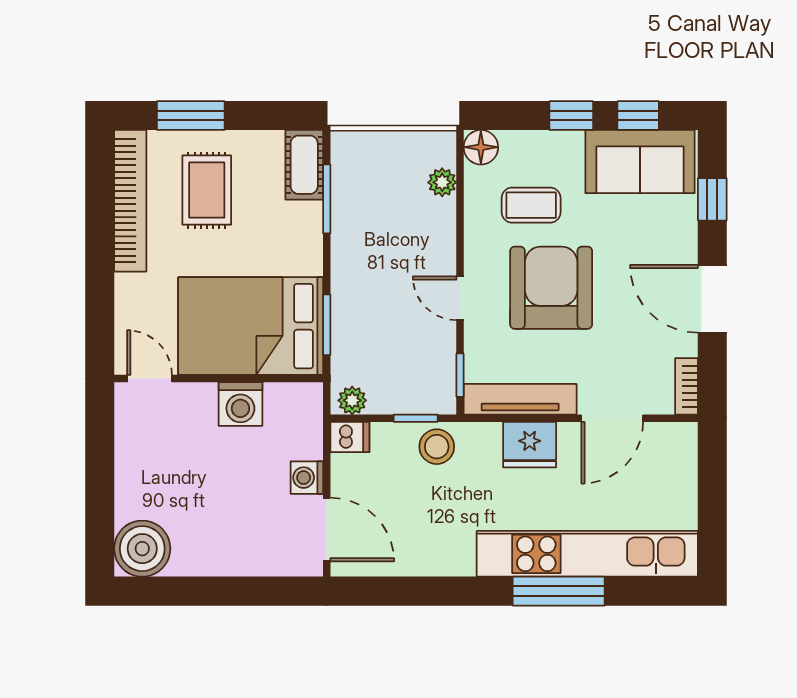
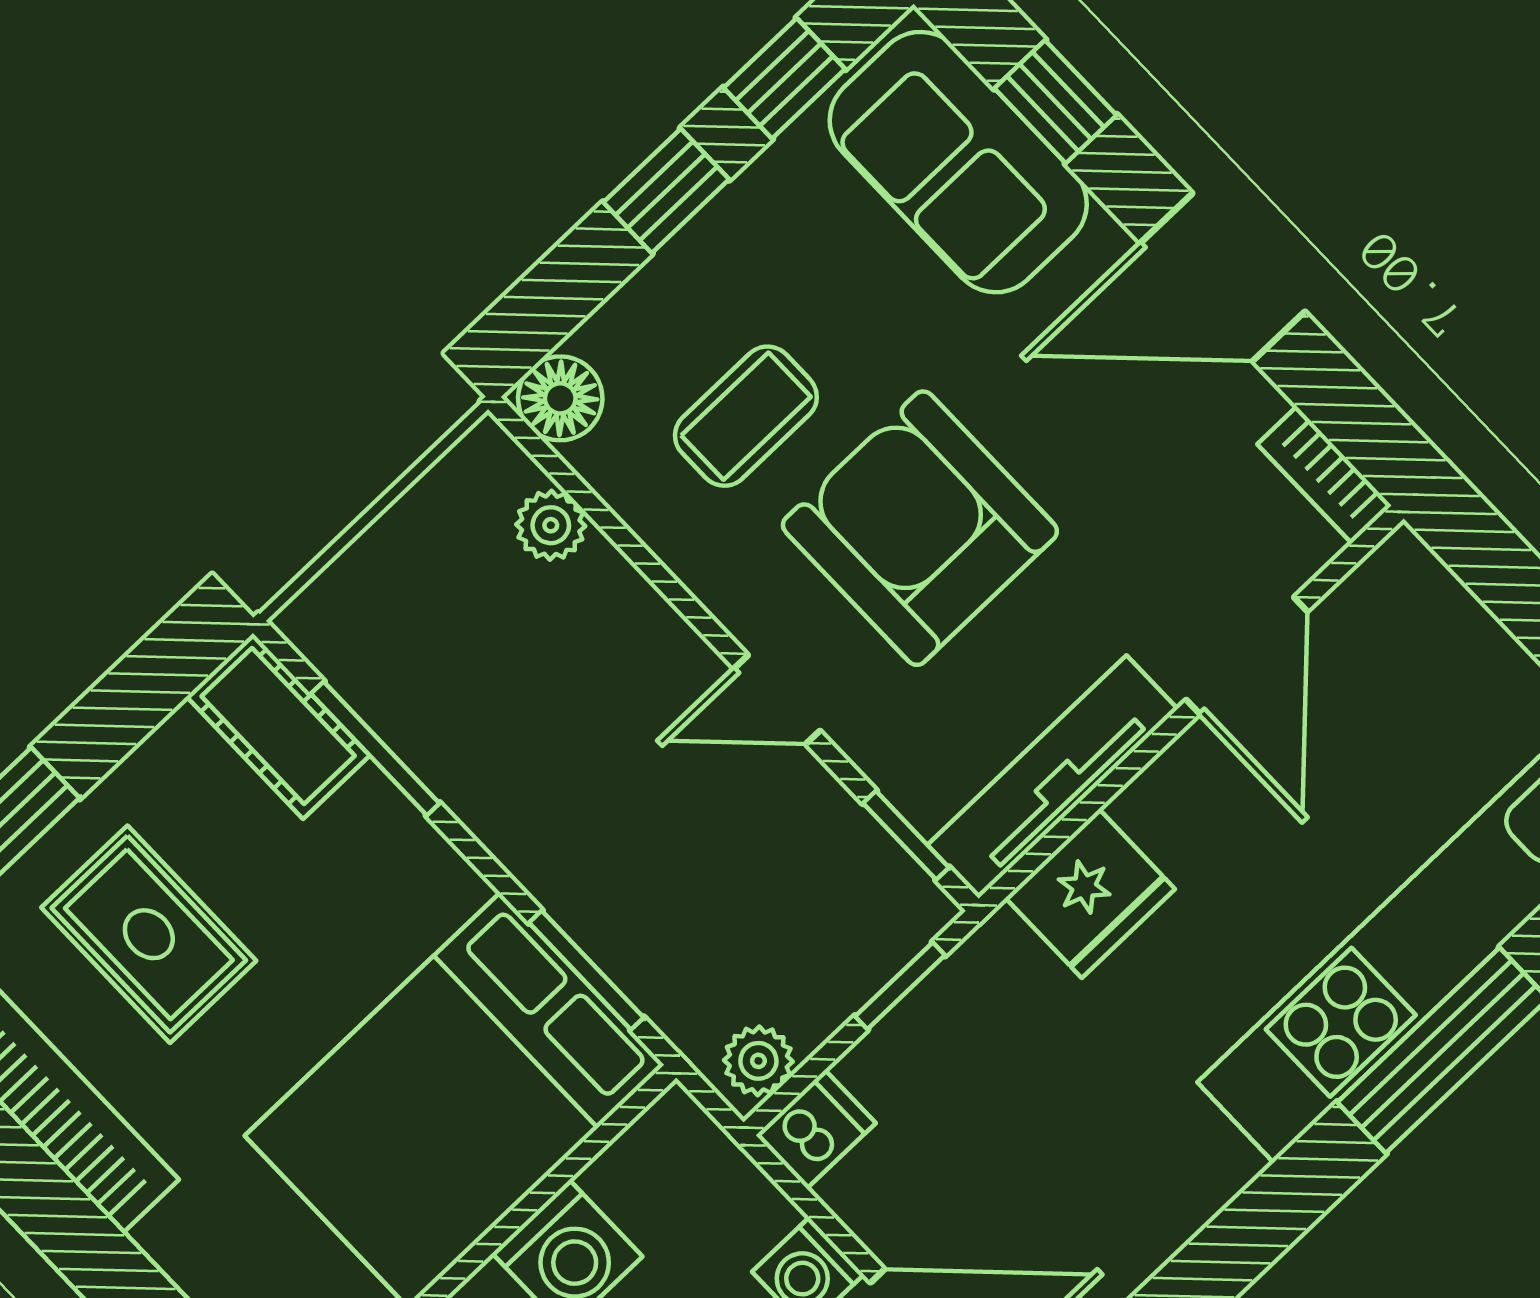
sofa: (640, 162) -> (958, 162), moved, turned 90
fridge: (530, 445) -> (1090, 893), moved
stool: (437, 447) -> (985, 1000), removed

